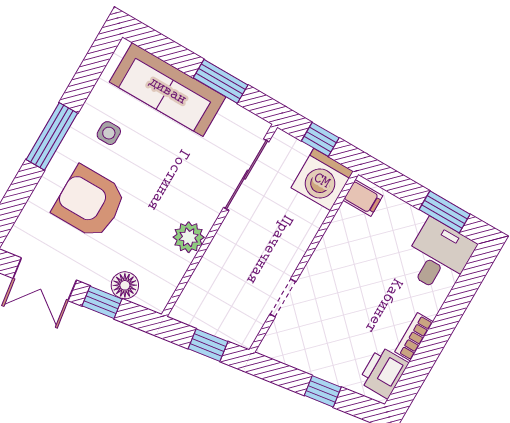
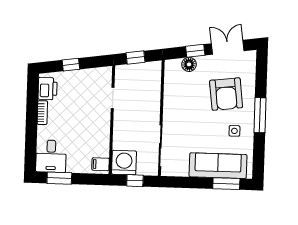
window: (221, 81) -> (226, 184), moved
armchair: (89, 202) -> (226, 94), turned 83
plant: (189, 237) -> (171, 103), removed

